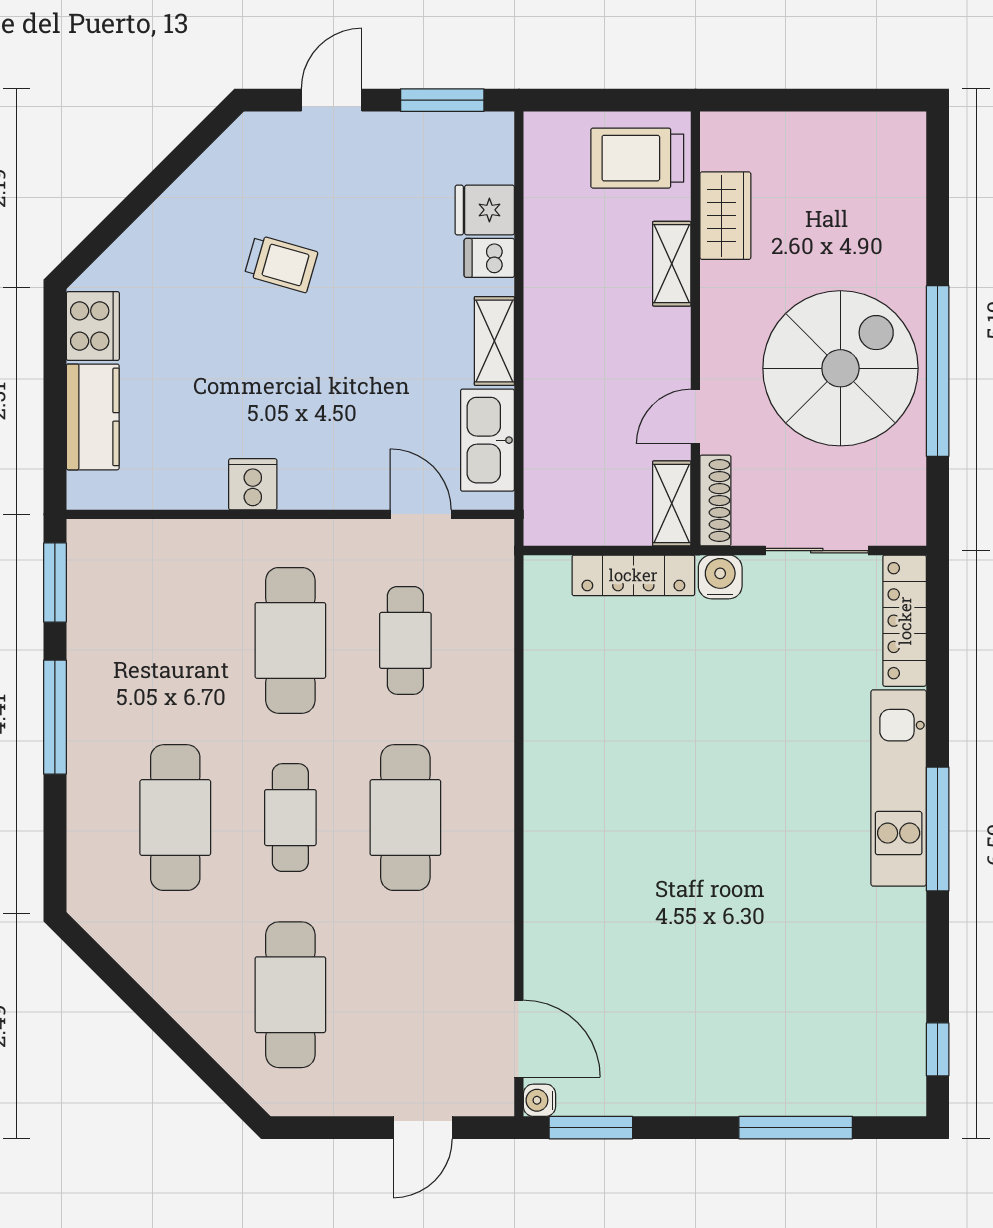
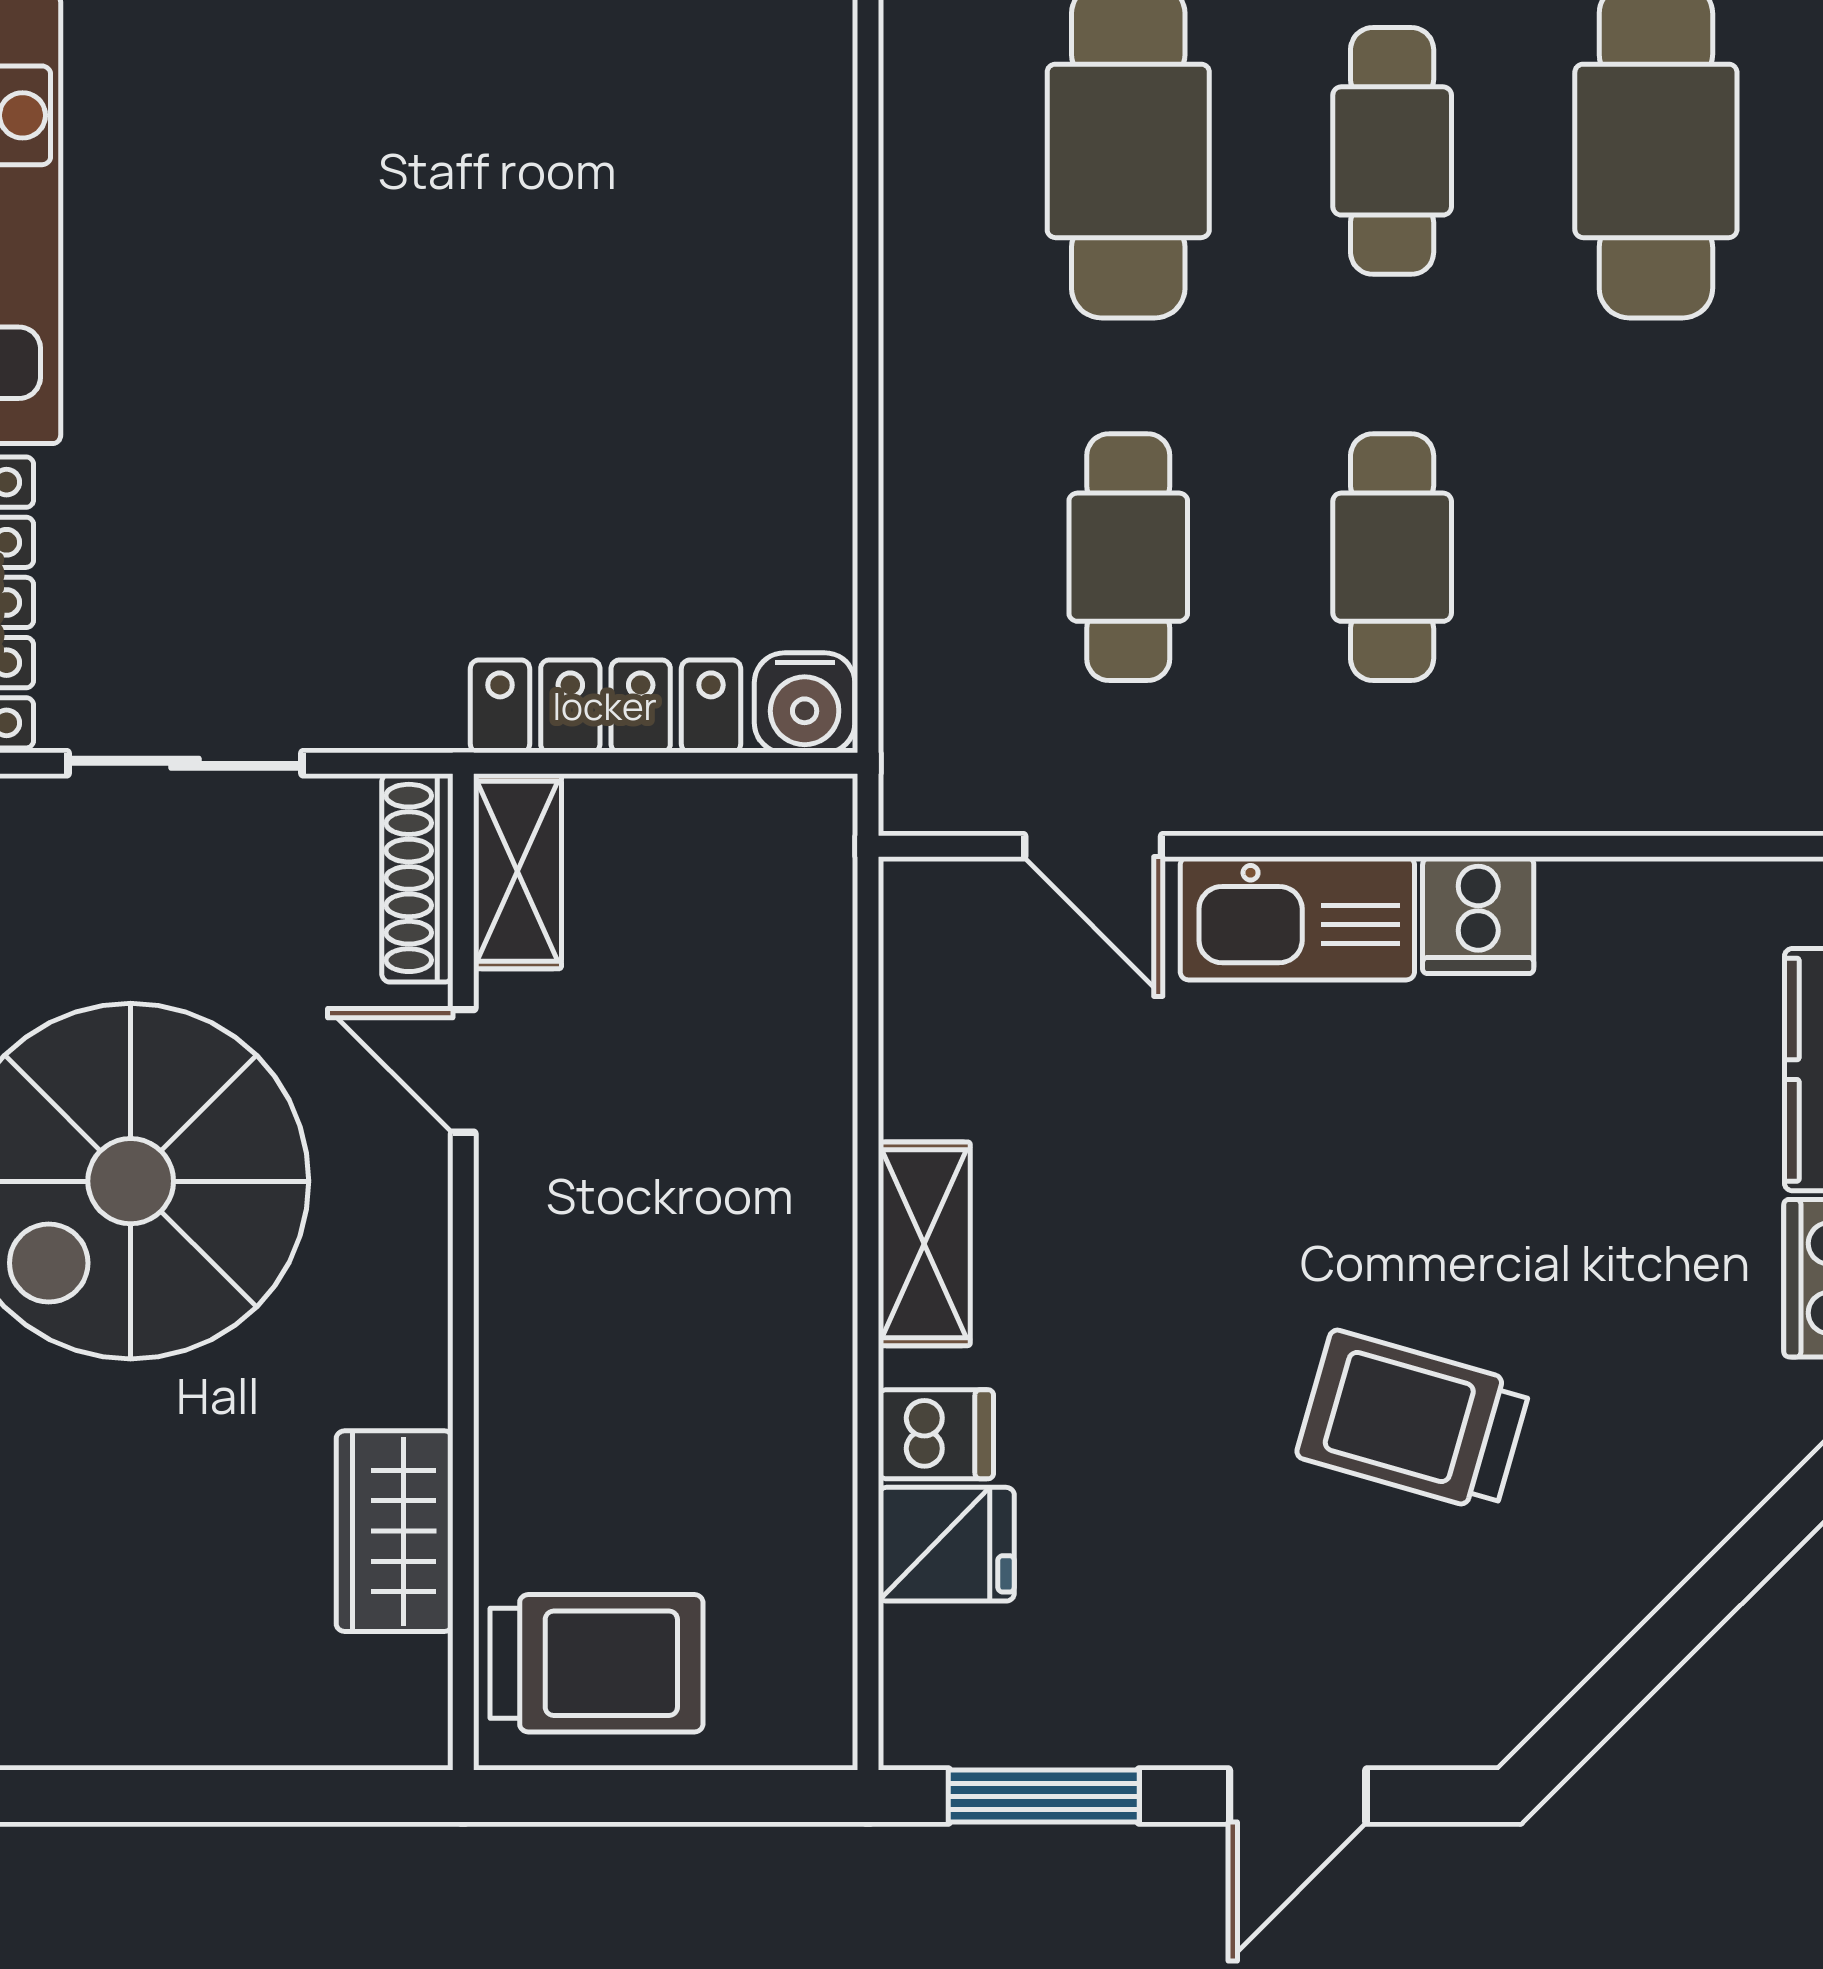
trolley: (281, 264) -> (1413, 1421), width x1.36, depth x1.39
shelving: (672, 264) -> (517, 1421), removed
door: (695, 416) -> (463, 1071), swing flipped
kitchen sink: (487, 440) -> (1297, 918), moved, turned 90
water cooler: (720, 577) -> (805, 703), moved
cafe table: (290, 640) -> (1392, 557), width x0.73, depth x0.74

